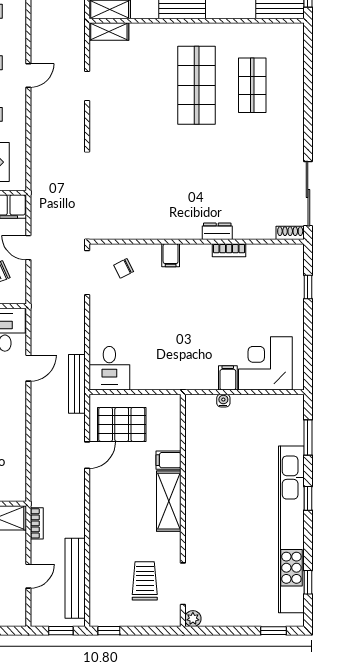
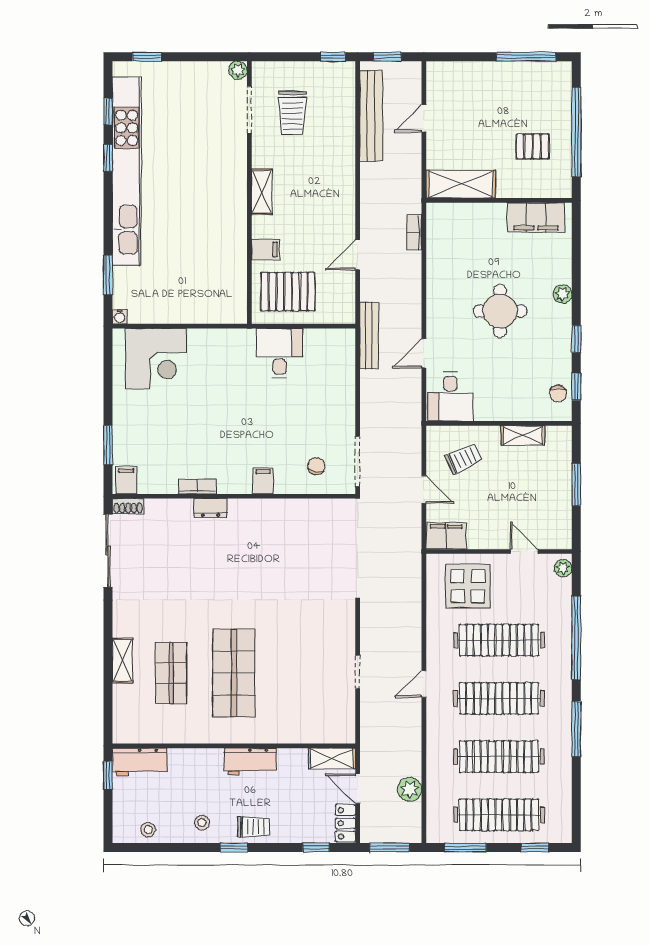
shelving: (109, 32) -> (122, 660), moved, turned 90
chair: (124, 268) -> (316, 466), turned -53
window: (308, 287) -> (108, 445), width x1.50
desk: (109, 368) -> (279, 353), moved
filing cabinet: (228, 378) -> (126, 480), moved, turned 180
water cooler: (223, 401) -> (120, 317), moved
pallet: (122, 424) -> (288, 292), moved
window: (308, 498) -> (108, 158), moved
shelving: (169, 501) -> (262, 192), width x0.67, depth x0.75
bookcase: (37, 523) -> (414, 232), moved

